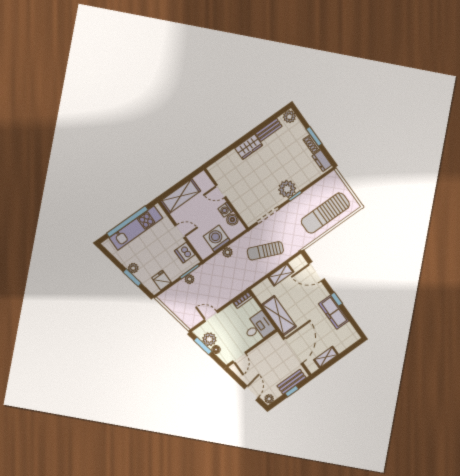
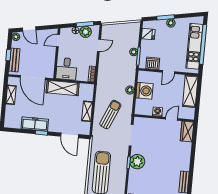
wardrobe: (249, 147) -> (187, 132), moved
boiler: (232, 220) -> (148, 111), removed
door: (317, 271) -> (70, 135), swing flipped
door: (239, 357) -> (58, 41), hinge flipped

